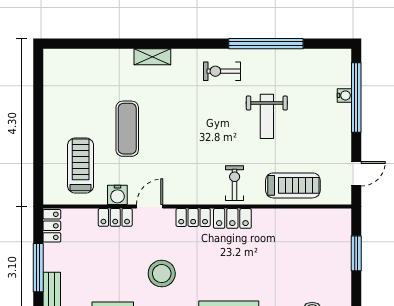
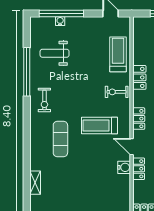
shelving: (152, 57) -> (35, 183), moved
weight bench: (267, 116) -> (55, 53), moved, turned 180
exercise mat: (127, 129) -> (60, 139), moved, turned 90
treadmill: (81, 165) -> (100, 125), moved
locker: (232, 218) -> (139, 77), moved

